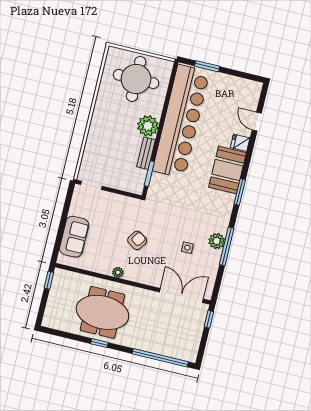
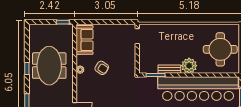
sofa: (74, 237) -> (85, 40), moved, turned -90
armchair: (137, 240) -> (102, 68), moved

